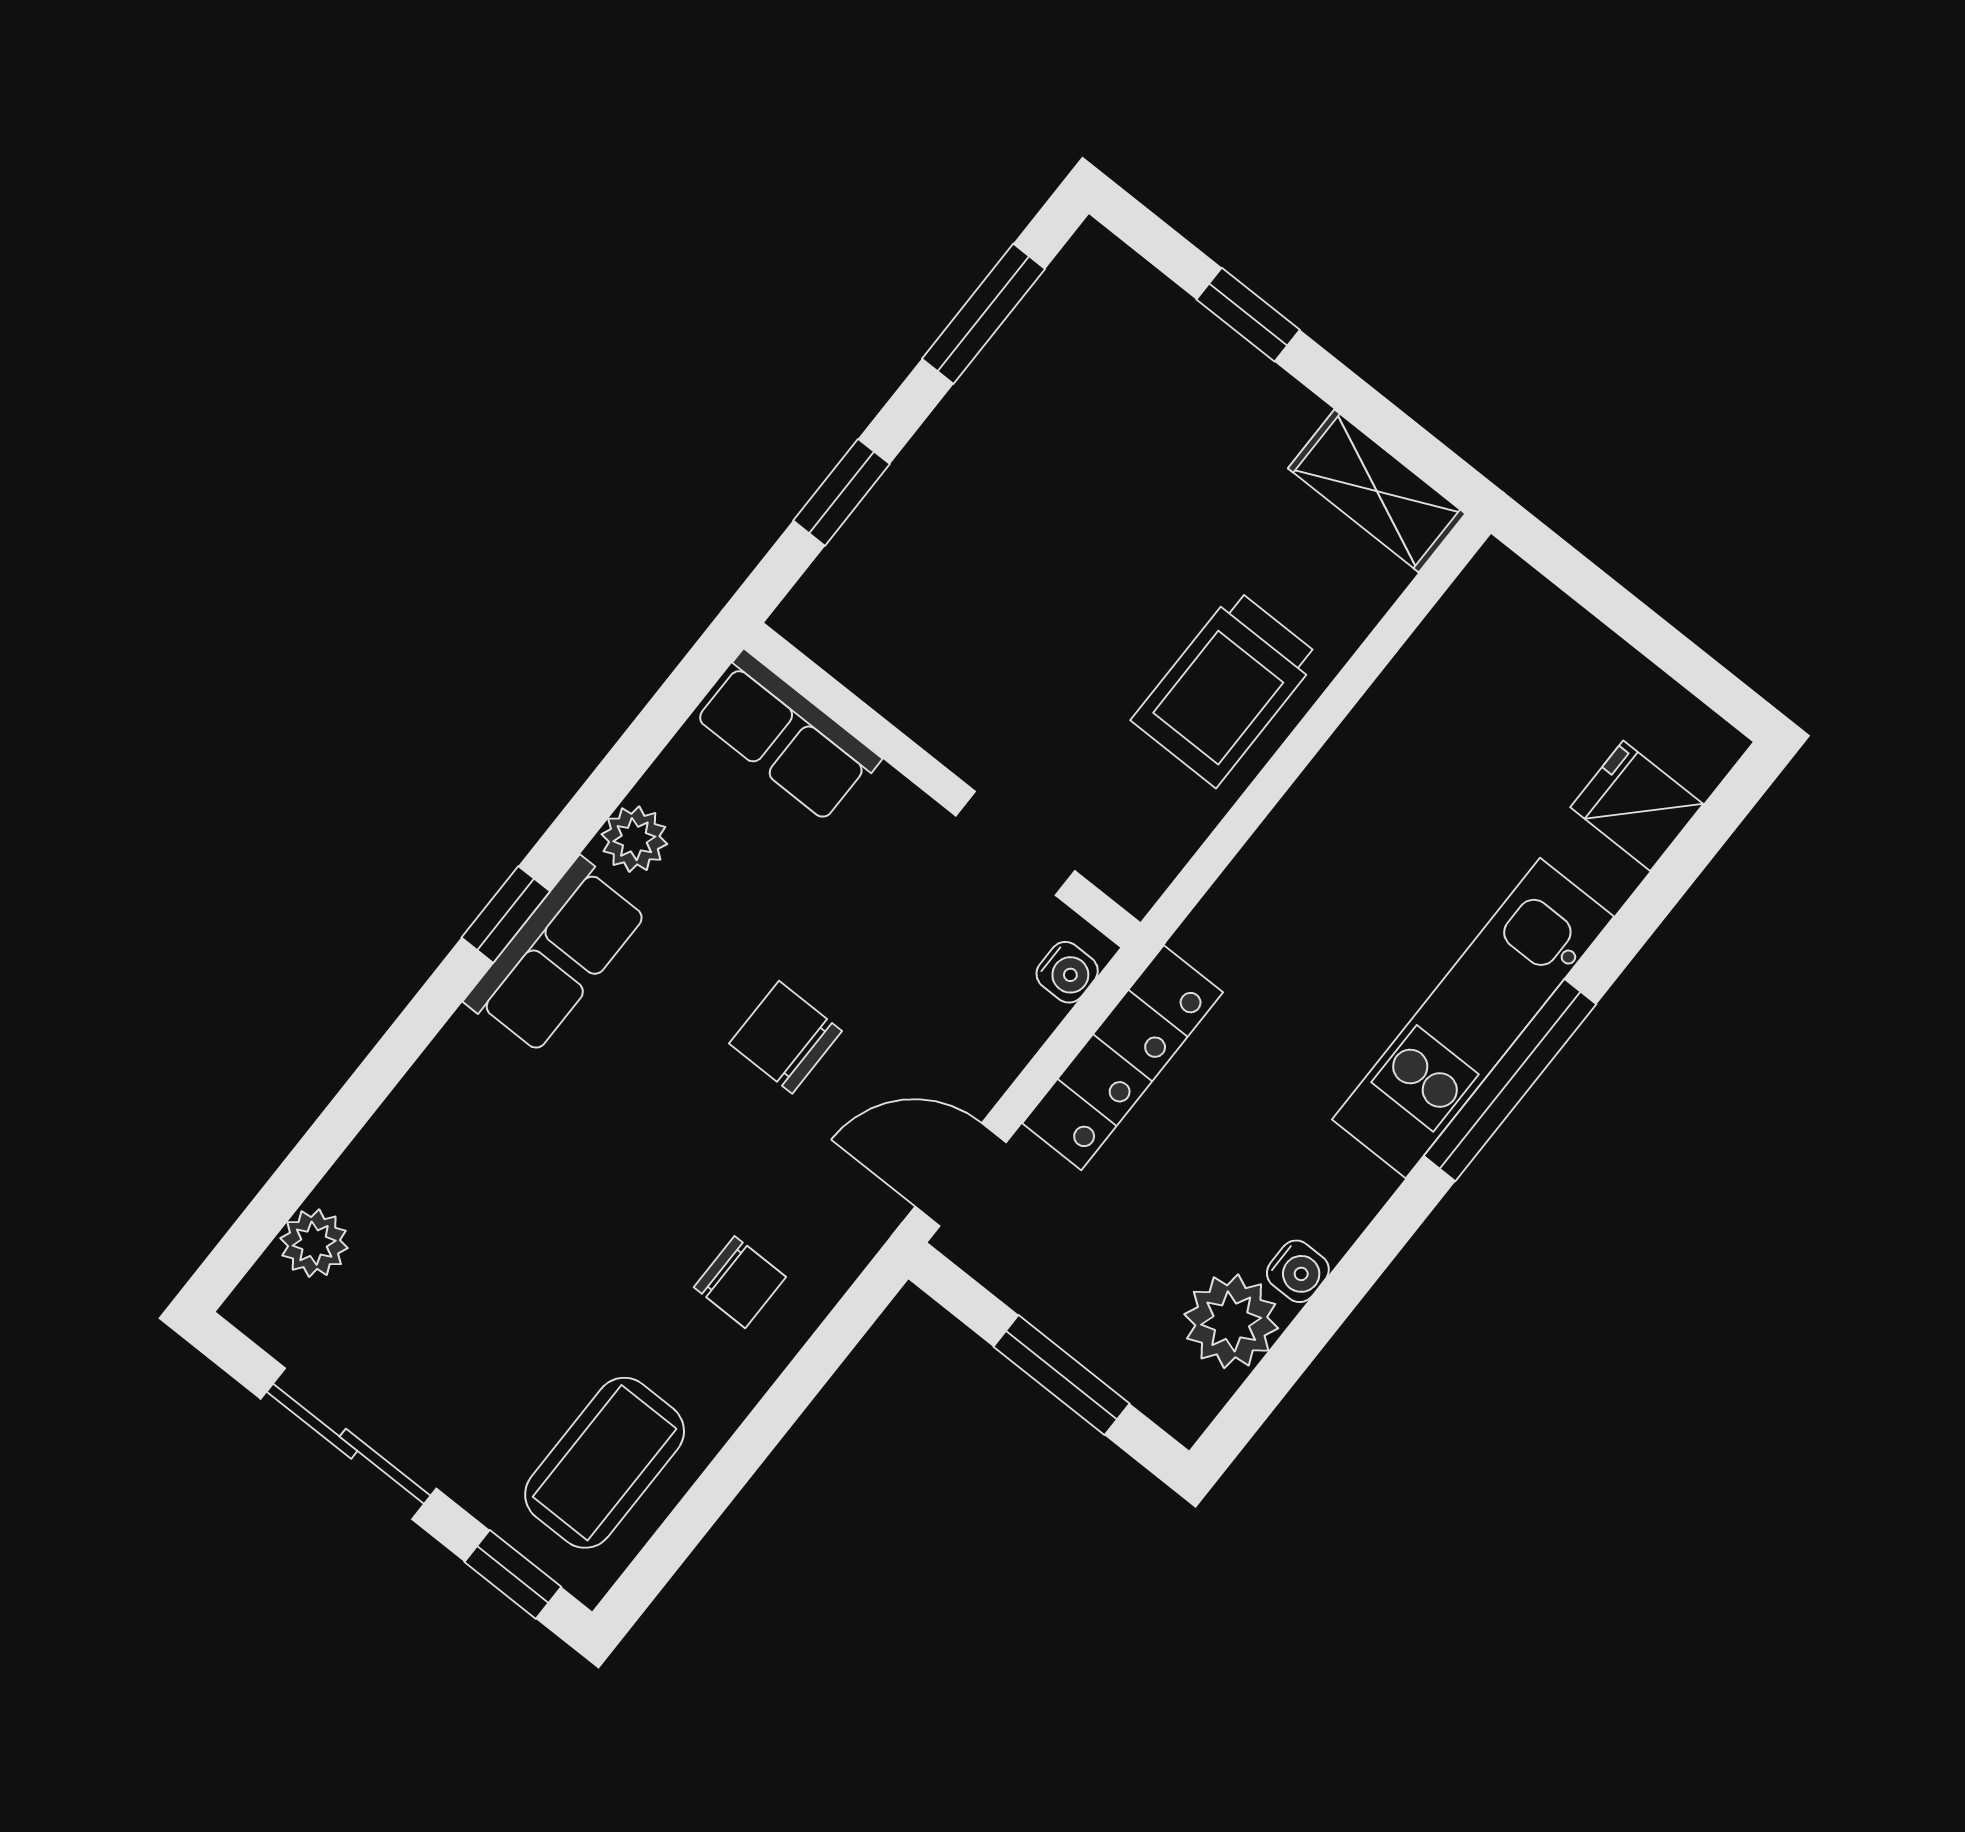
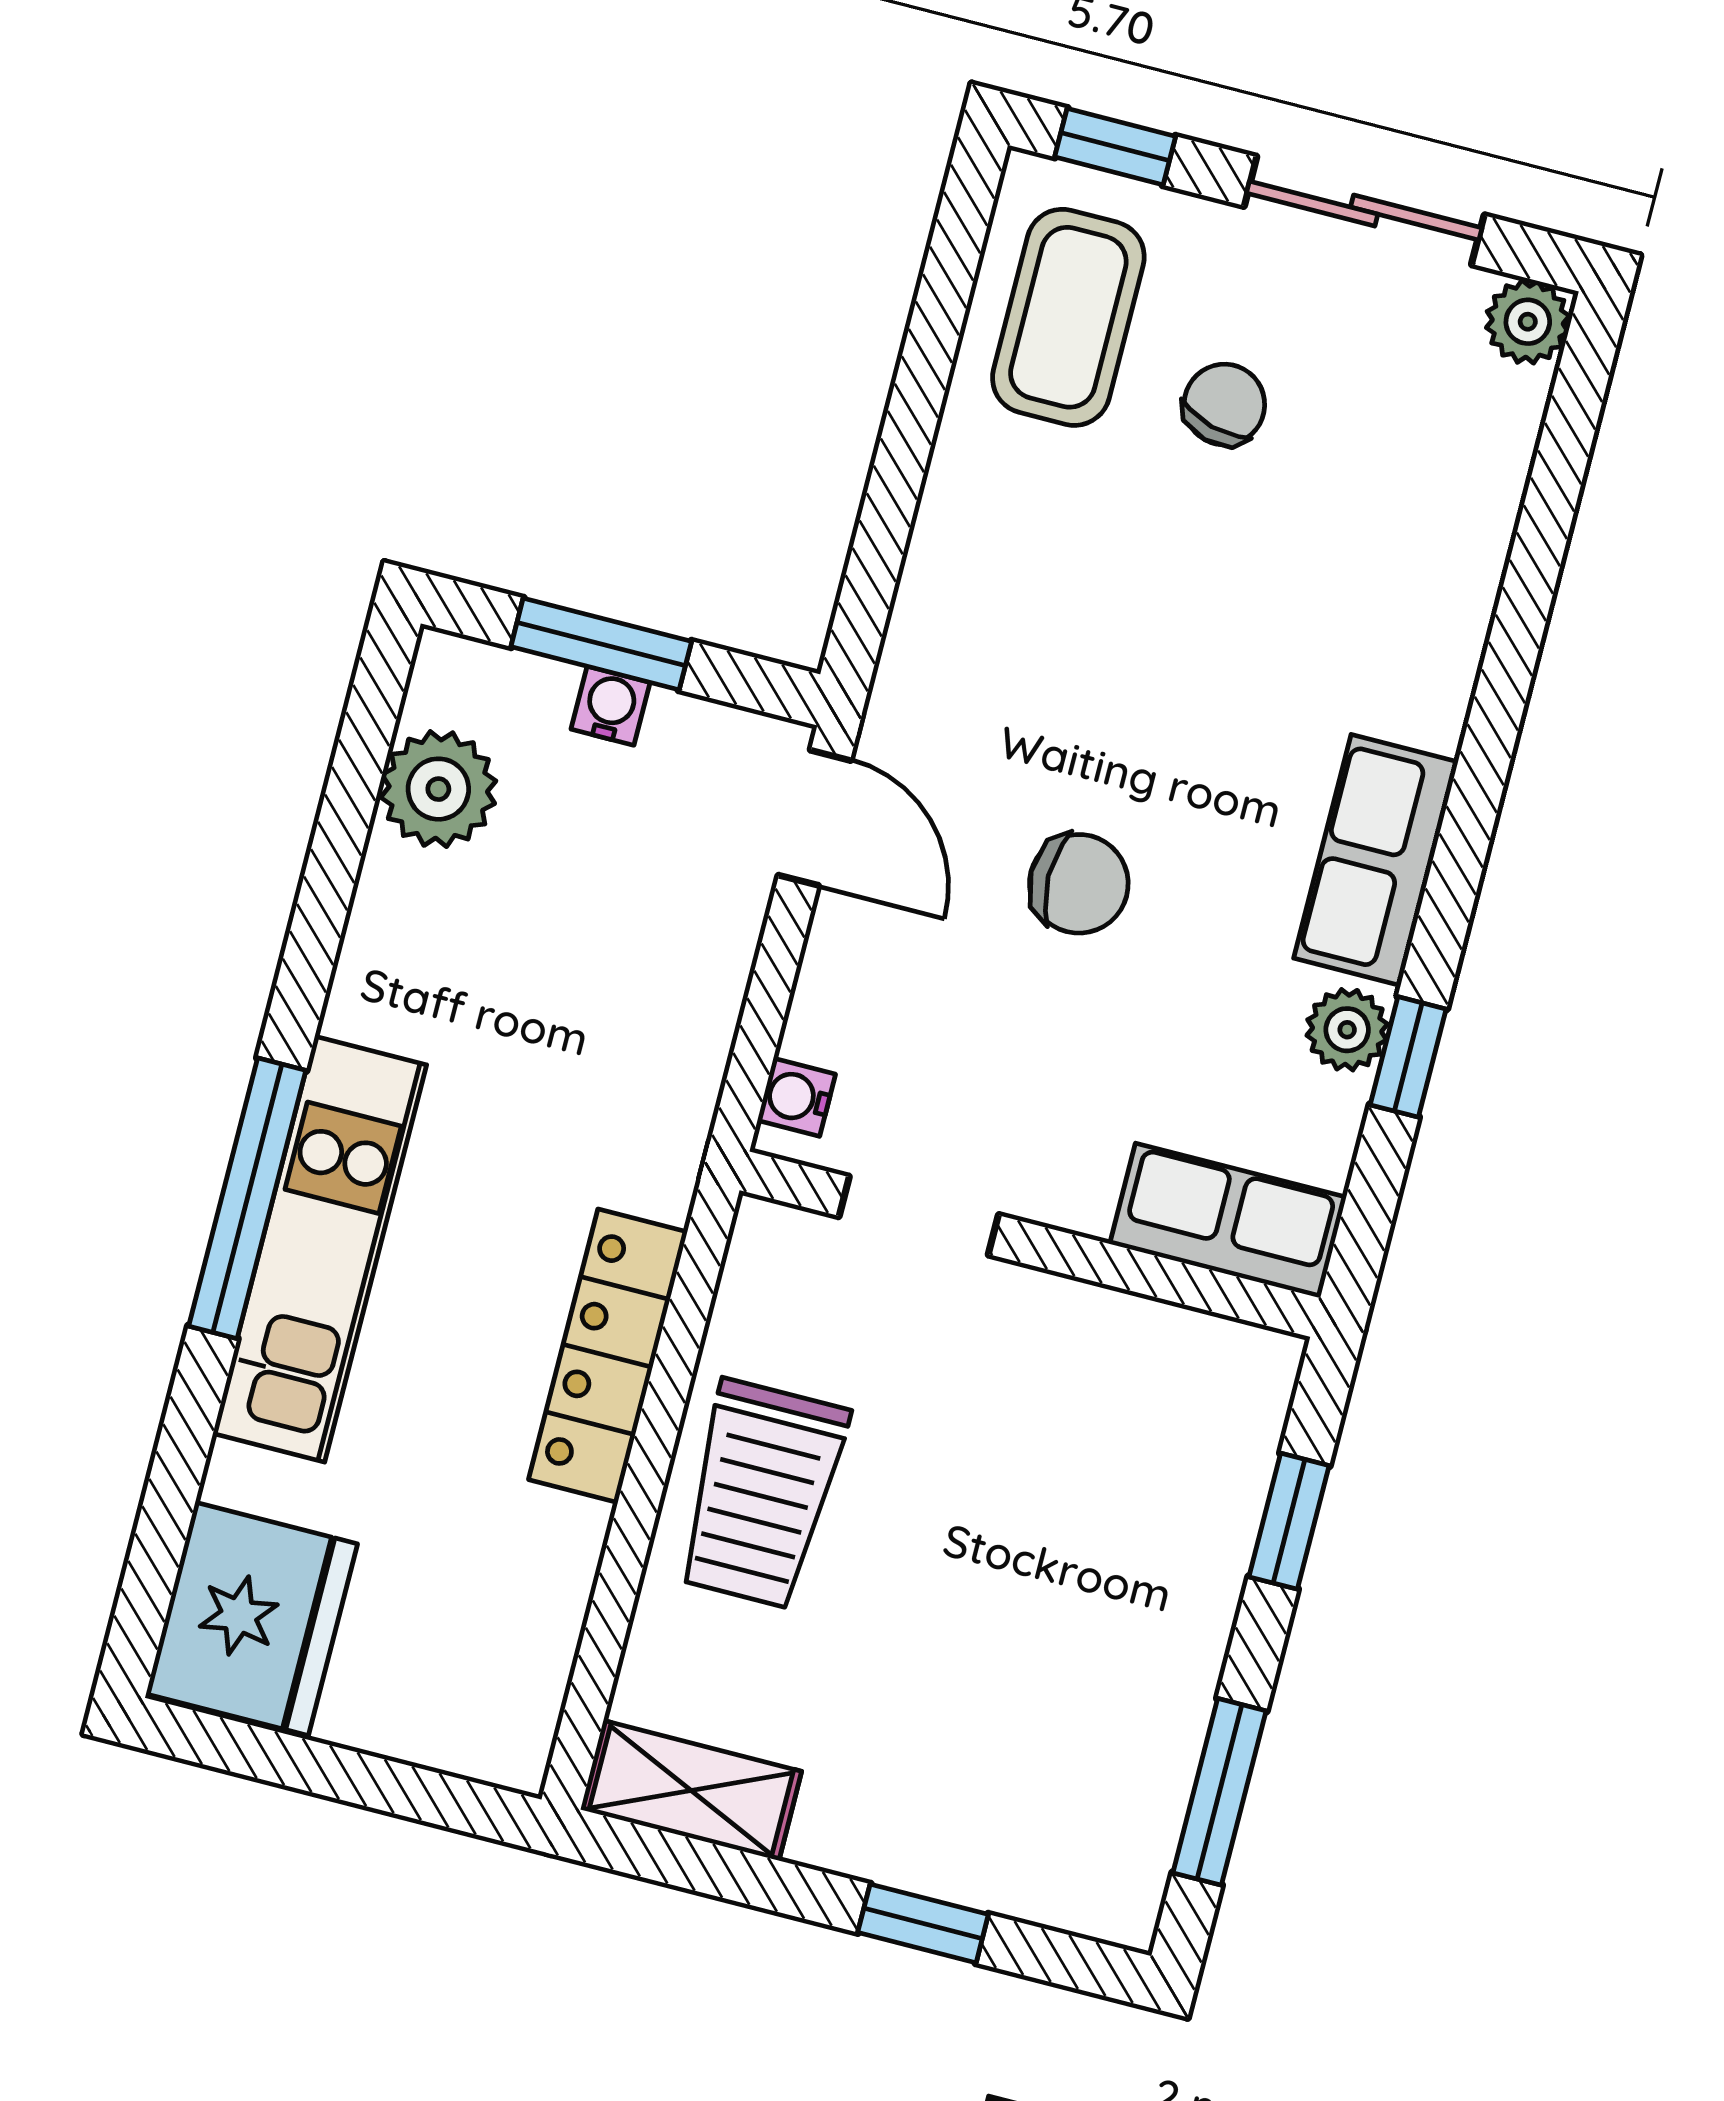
trolley: (1226, 688) -> (761, 1494), turned 180
fridge: (1637, 806) -> (252, 1619), width x1.88, depth x1.34
window: (506, 914) -> (1408, 1057), moved
locker: (1123, 1058) -> (608, 1356), moved
door: (961, 1175) -> (814, 818), hinge flipped
plant: (314, 1243) -> (1528, 322), moved
water cooler: (1298, 1271) -> (611, 706), moved, turned 90
chair: (740, 1282) -> (1224, 405), moved, turned 105

